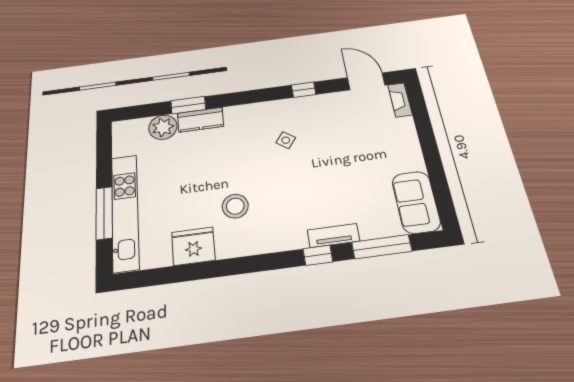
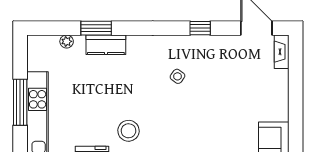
plant: (163, 127) -> (67, 41), width x0.53, depth x0.53
window: (104, 213) -> (20, 102), moved

